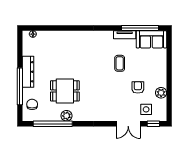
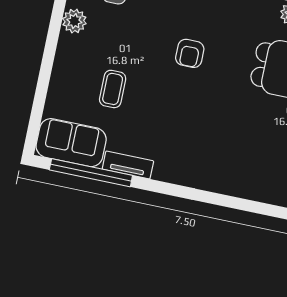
coffee table: (120, 63) -> (113, 89), moved
armchair: (138, 87) -> (190, 53), moved

